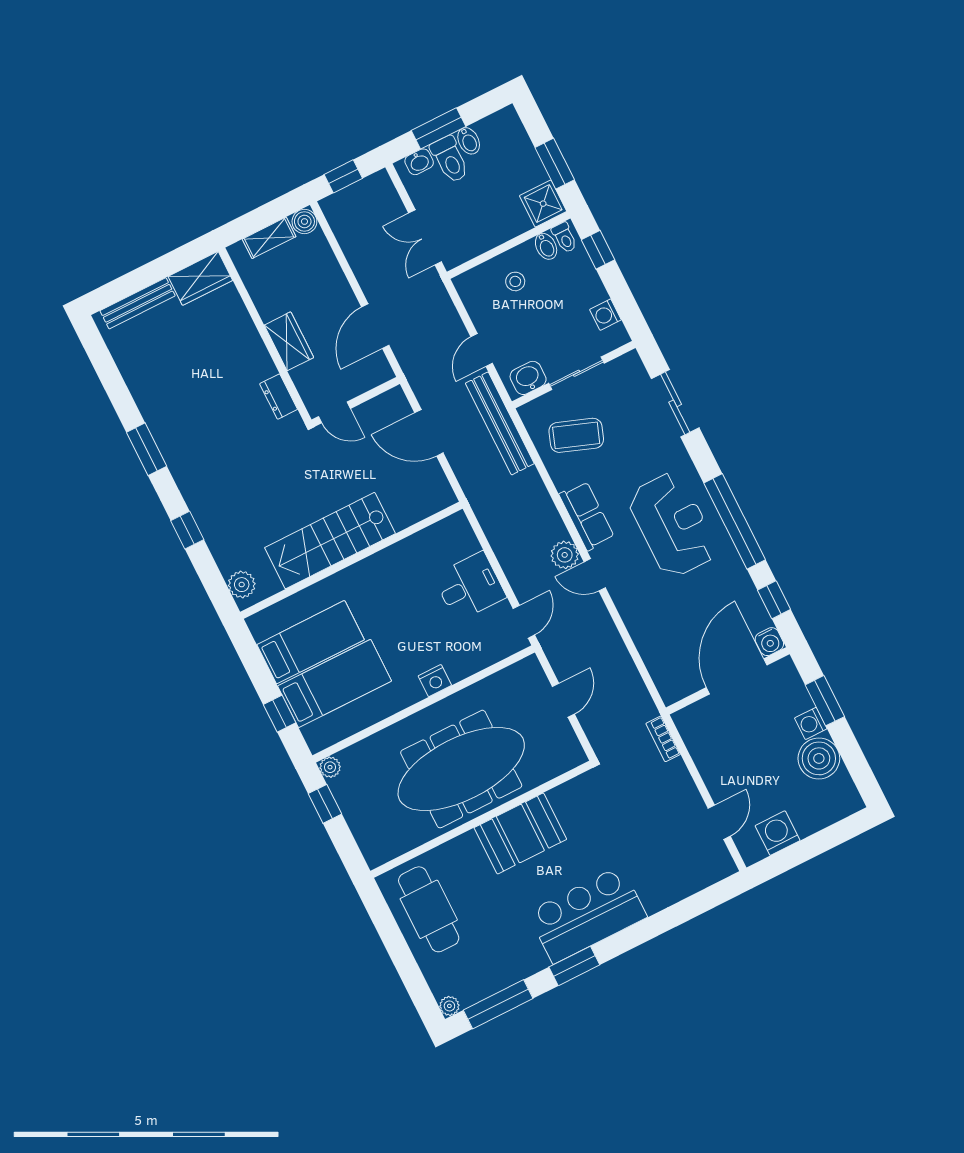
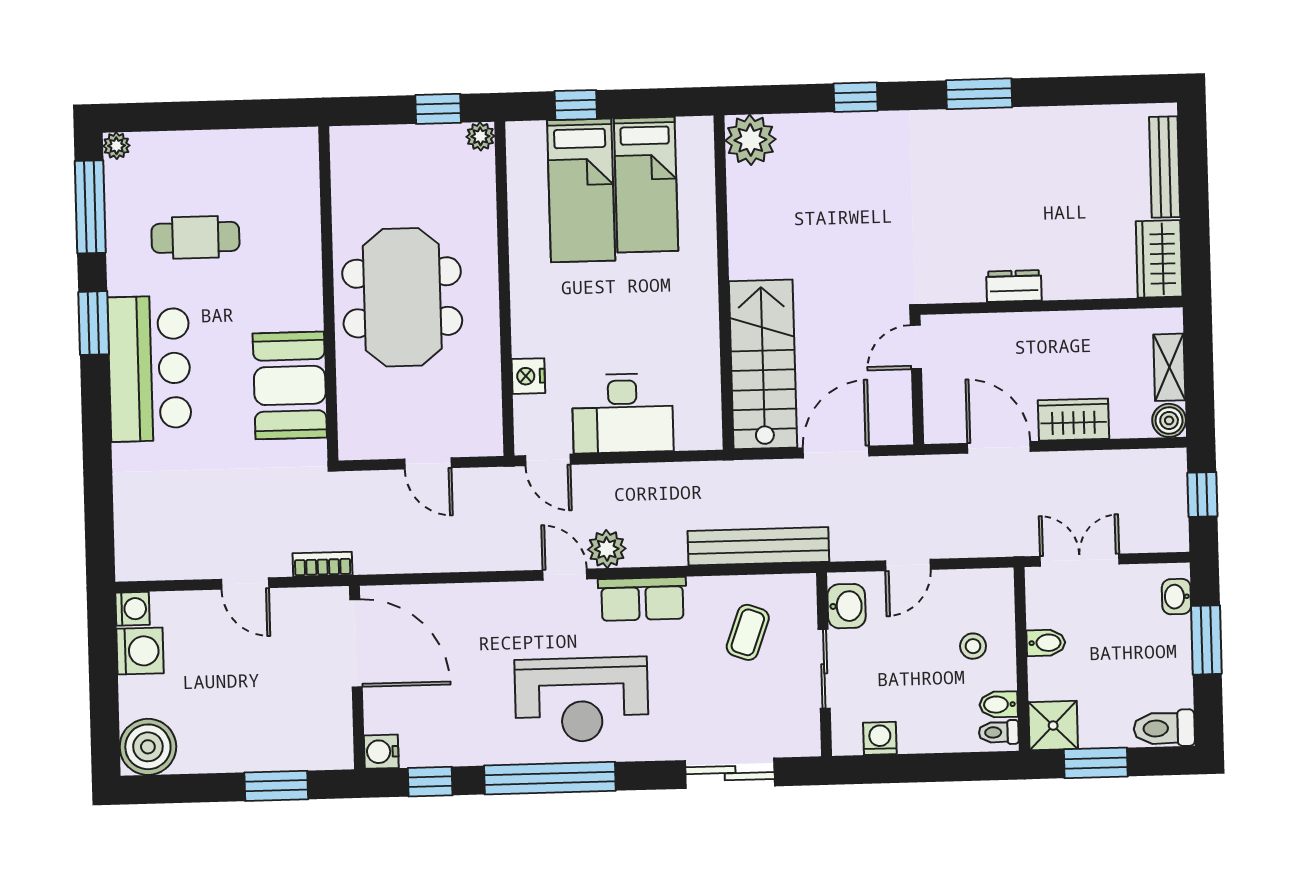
bidet: (469, 141) -> (1046, 643), moved, turned 180
toilet: (450, 159) -> (1164, 728), moved
window: (598, 250) -> (964, 767), removed
wardrobe: (289, 341) -> (1073, 420), moved, turned 180
door: (482, 350) -> (908, 565), swing flipped
dresser: (279, 397) -> (1014, 286), moved
bench: (500, 423) -> (758, 546), moved
coffee table: (576, 435) -> (748, 632), width x0.73, depth x0.77
stairs: (330, 541) -> (763, 364), moved
door: (595, 575) -> (565, 575), hinge flipped
plant: (242, 585) -> (750, 140), width x1.36, depth x1.36
desk: (470, 587) -> (623, 413), width x1.37
door: (737, 676) -> (356, 643), moved
nightstand: (435, 681) -> (528, 376), moved
washing machine: (811, 723) -> (133, 609), moved, turned 90
boiler: (819, 758) -> (148, 747), moved
meeting table: (461, 769) -> (402, 297), width x0.73
door: (719, 822) -> (245, 584), moved
booth: (520, 834) -> (290, 385), moved
cafe table: (429, 909) -> (195, 237), moved, width x0.73, depth x0.74

